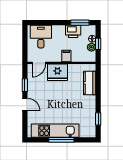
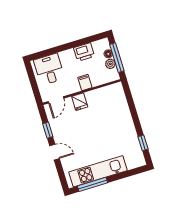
window: (80, 23) -> (89, 40), removed
window: (98, 44) -> (117, 58), width x2.17
fridge: (57, 72) -> (80, 102), width x0.53, depth x0.75
kitchen counter: (90, 83) -> (121, 105), removed
window: (61, 140) -> (93, 184), moved

